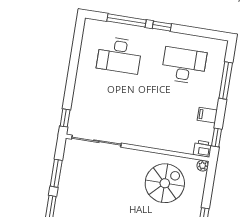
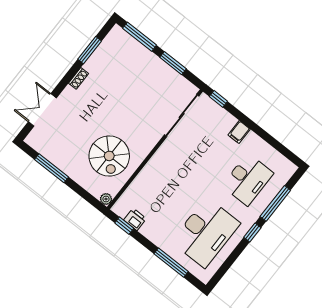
desk: (119, 55) -> (248, 179), turned 180
desk: (184, 66) -> (206, 233), width x1.36, depth x1.30
filing cabinet: (207, 115) -> (239, 132), moved, turned 180
printer: (203, 149) -> (135, 219), moved, turned -90

